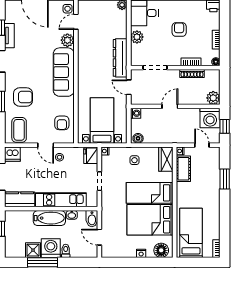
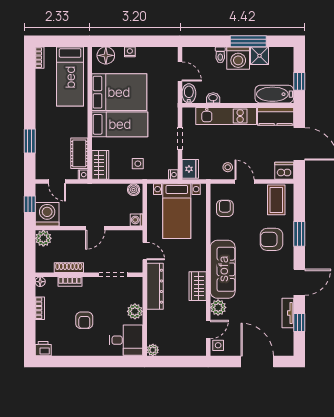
wardrobe: (85, 58) -> (198, 286), added
bathtub: (49, 218) -> (274, 94), moved

